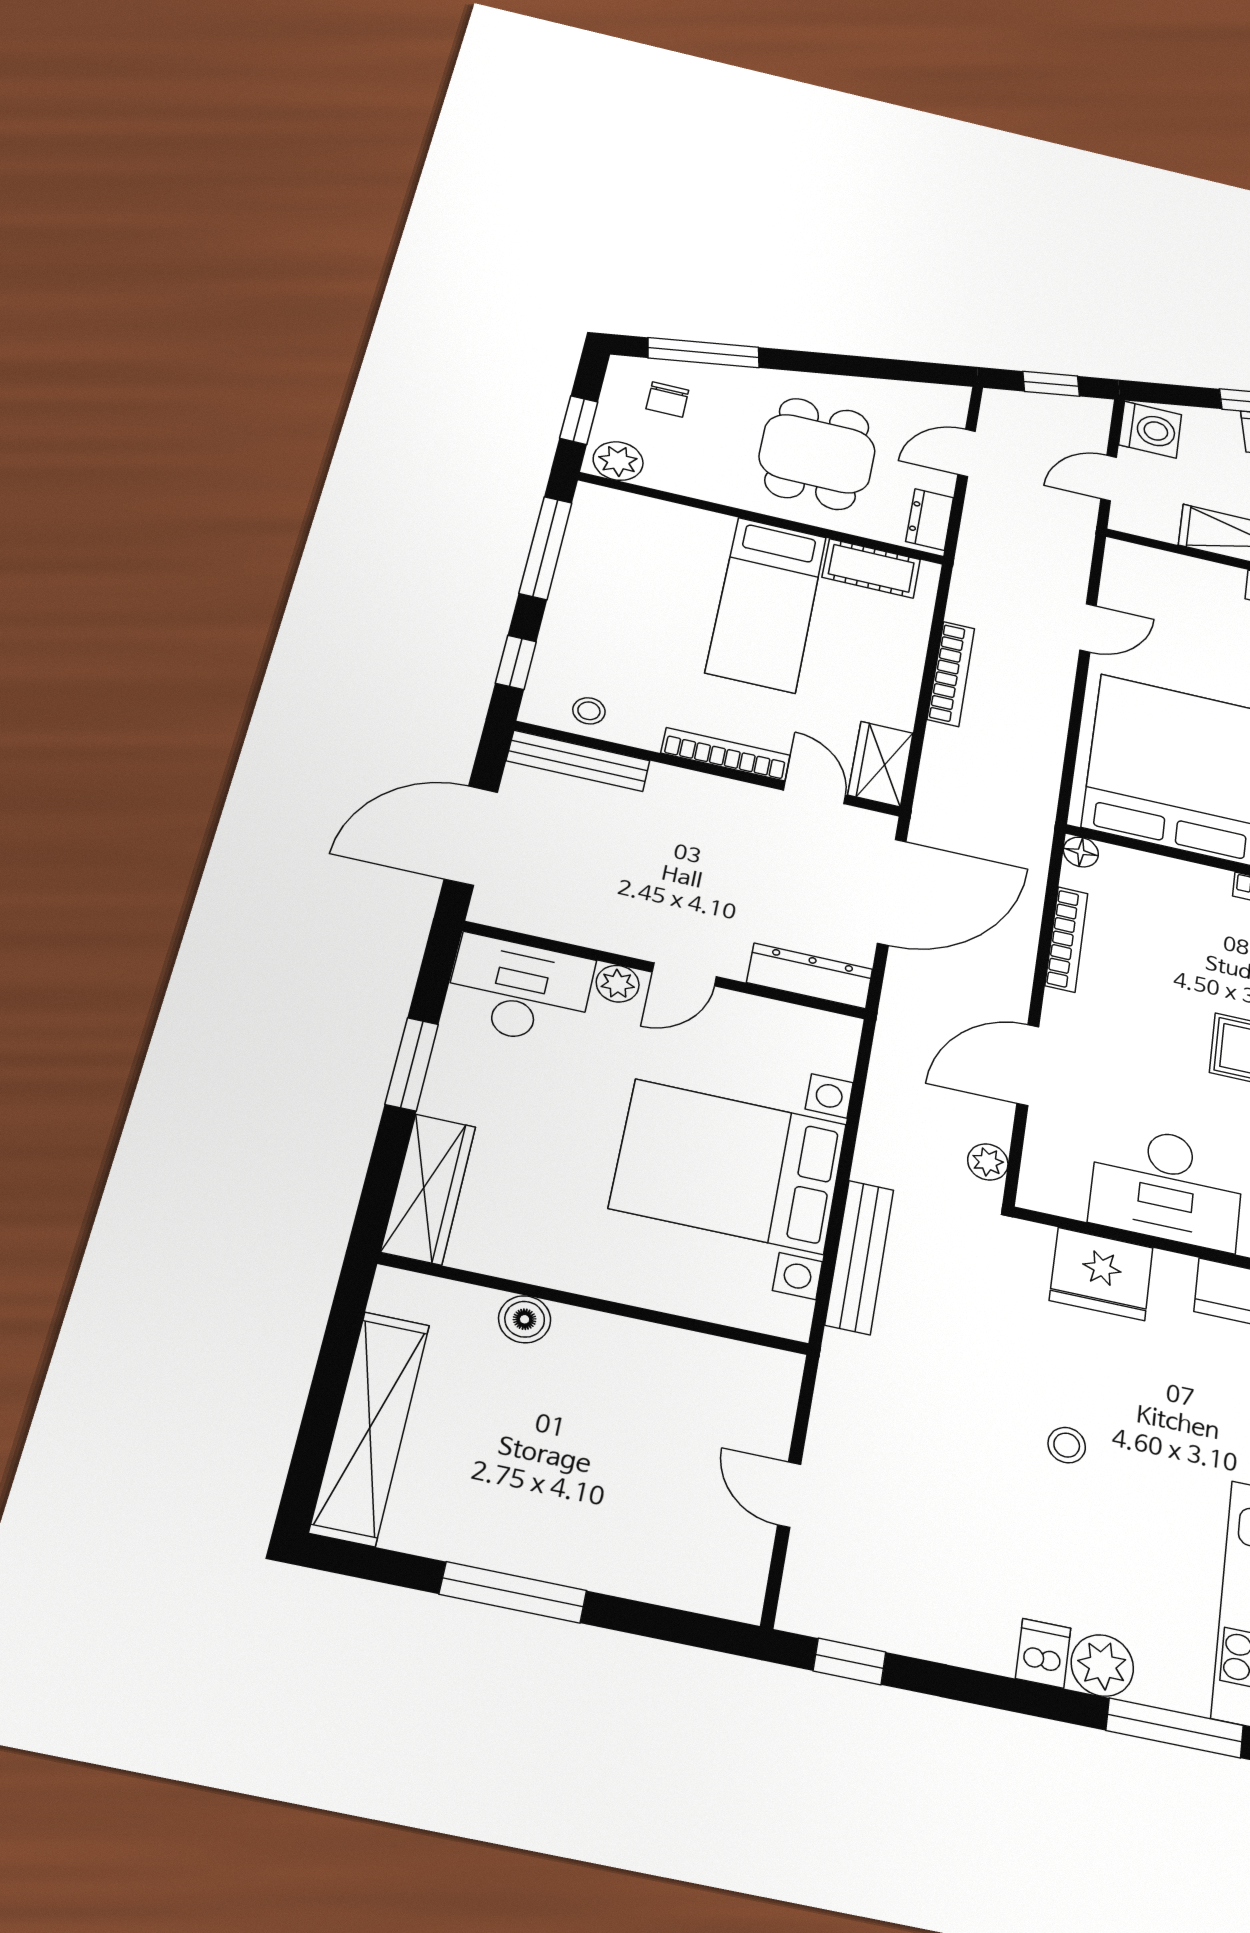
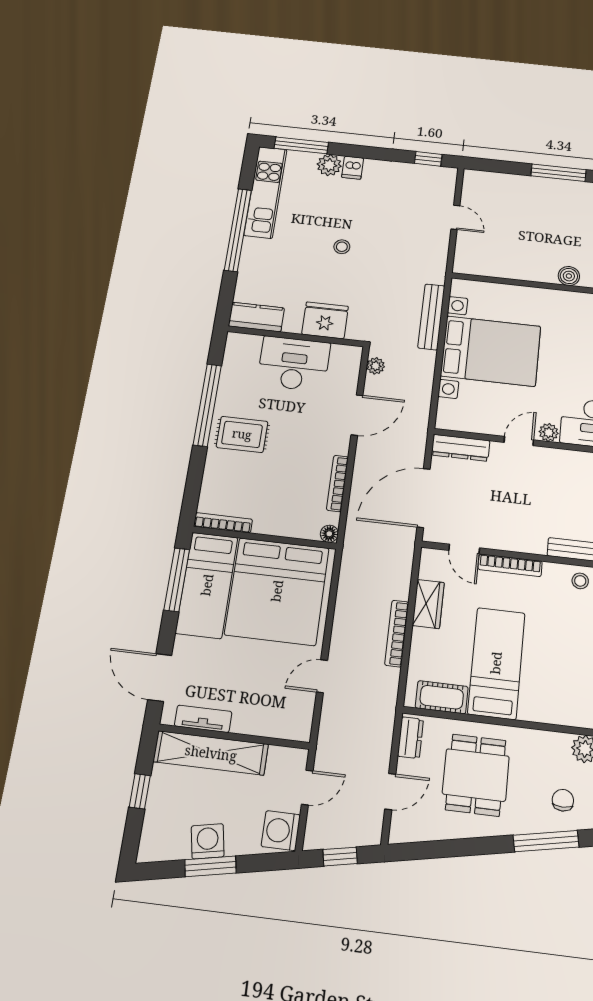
wardrobe: (881, 764) -> (428, 604), moved

